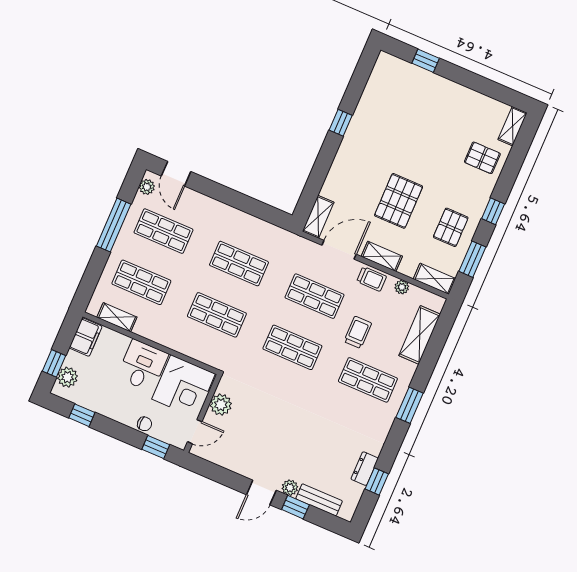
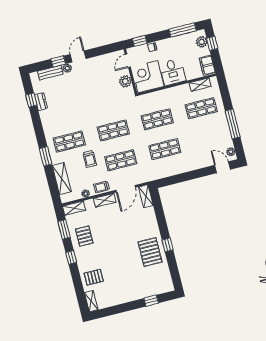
pallet: (399, 201) -> (150, 252), moved
shop shelf: (163, 231) -> (209, 138), removed
window: (410, 405) -> (46, 156), moved
window: (82, 415) -> (183, 30), width x2.17

